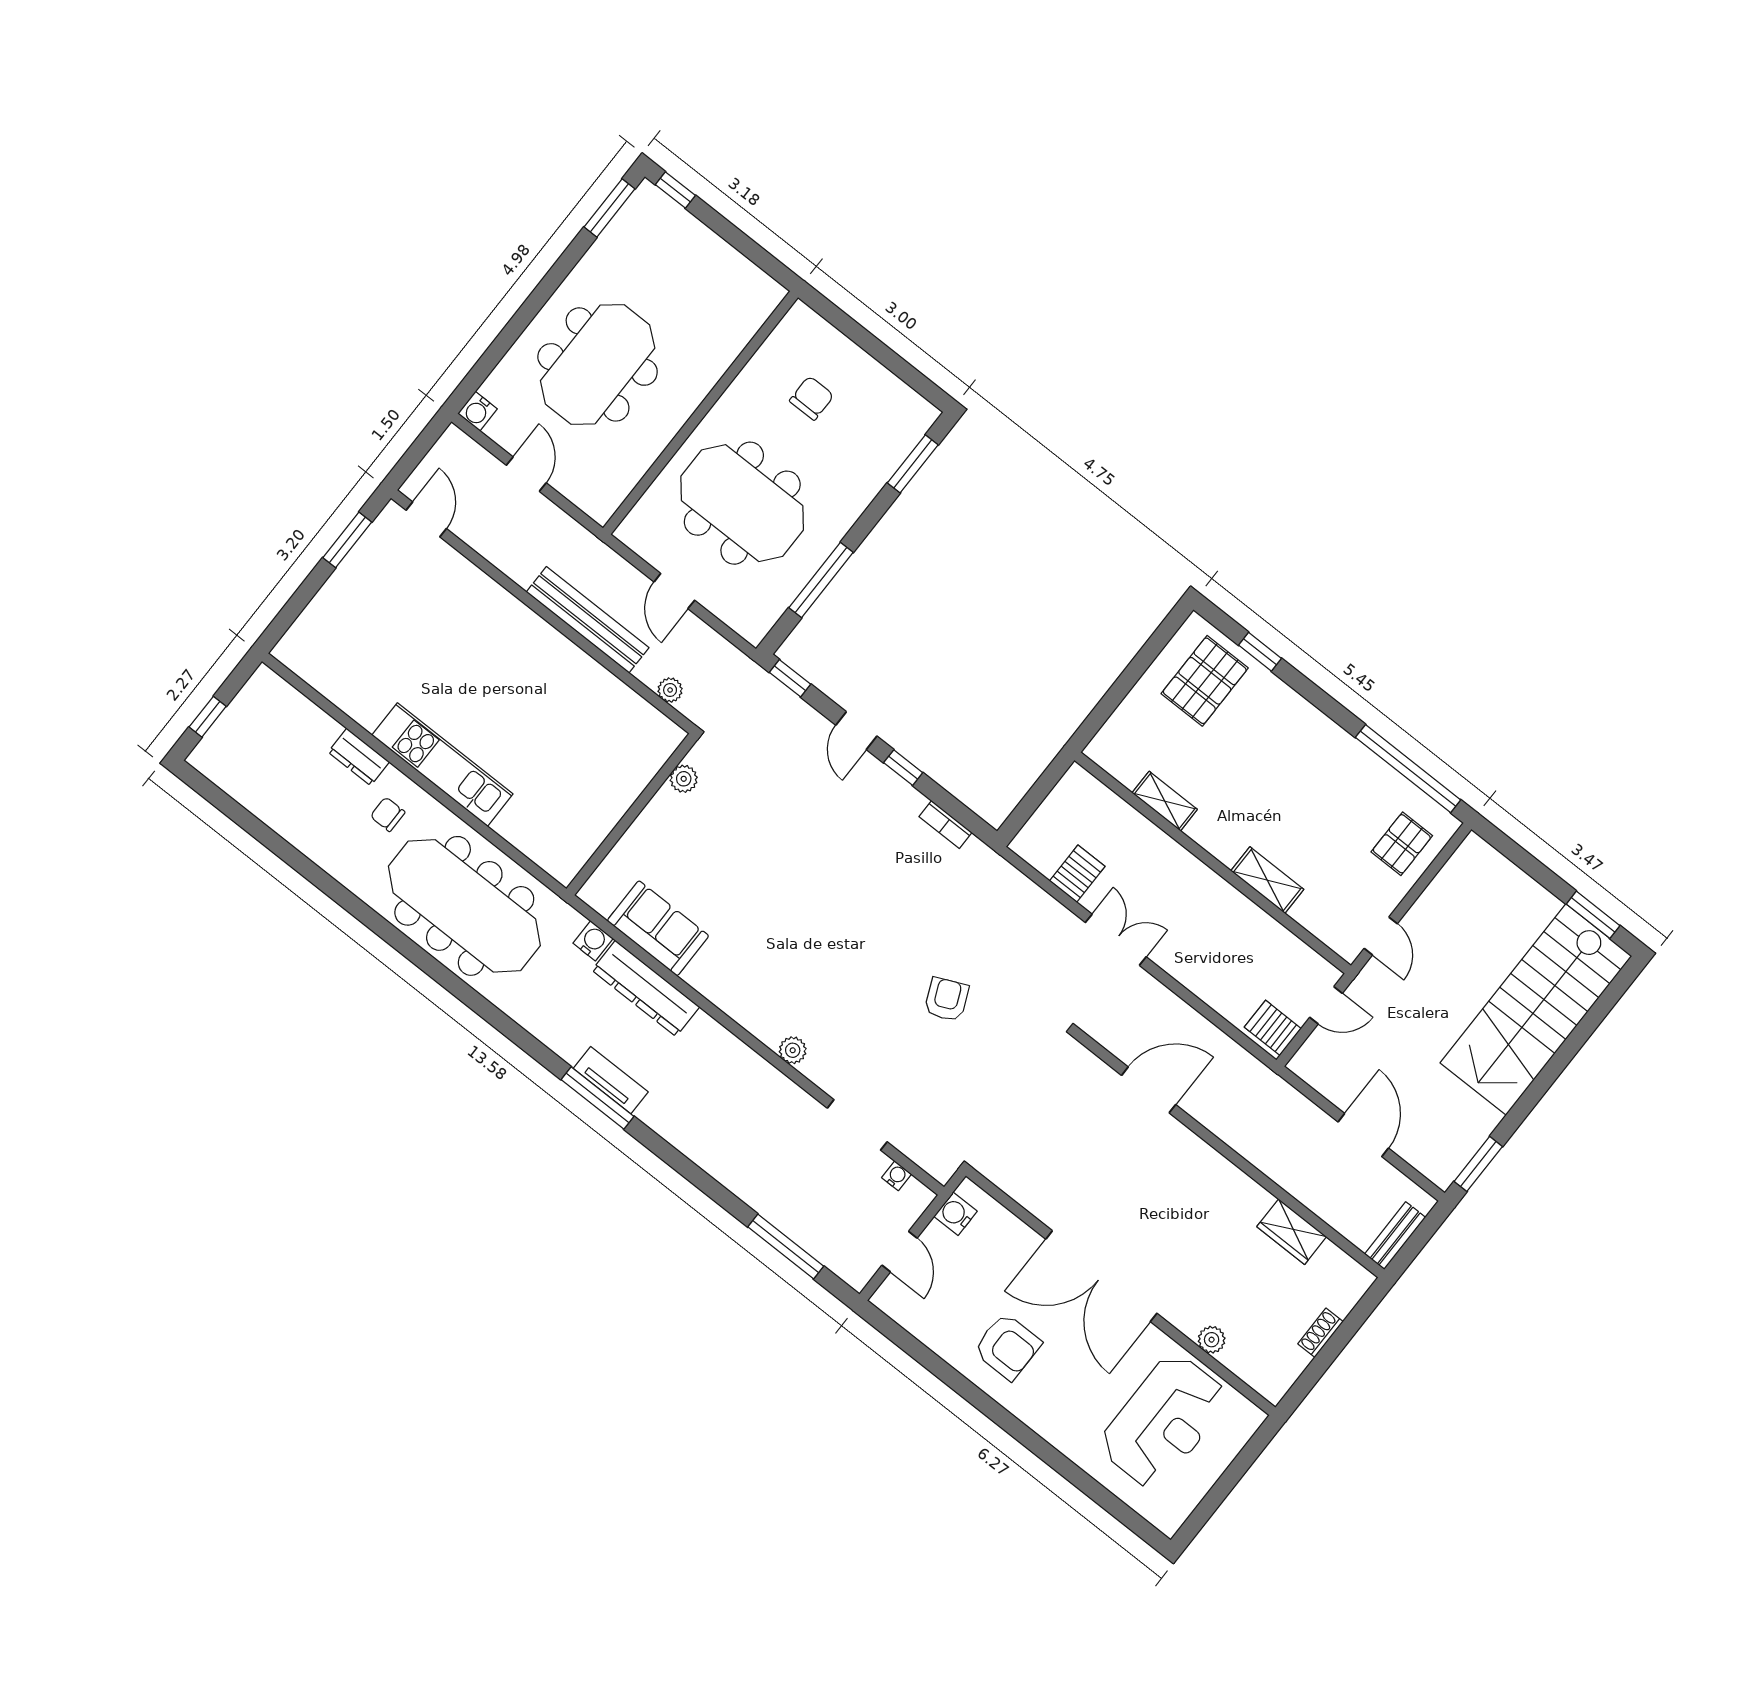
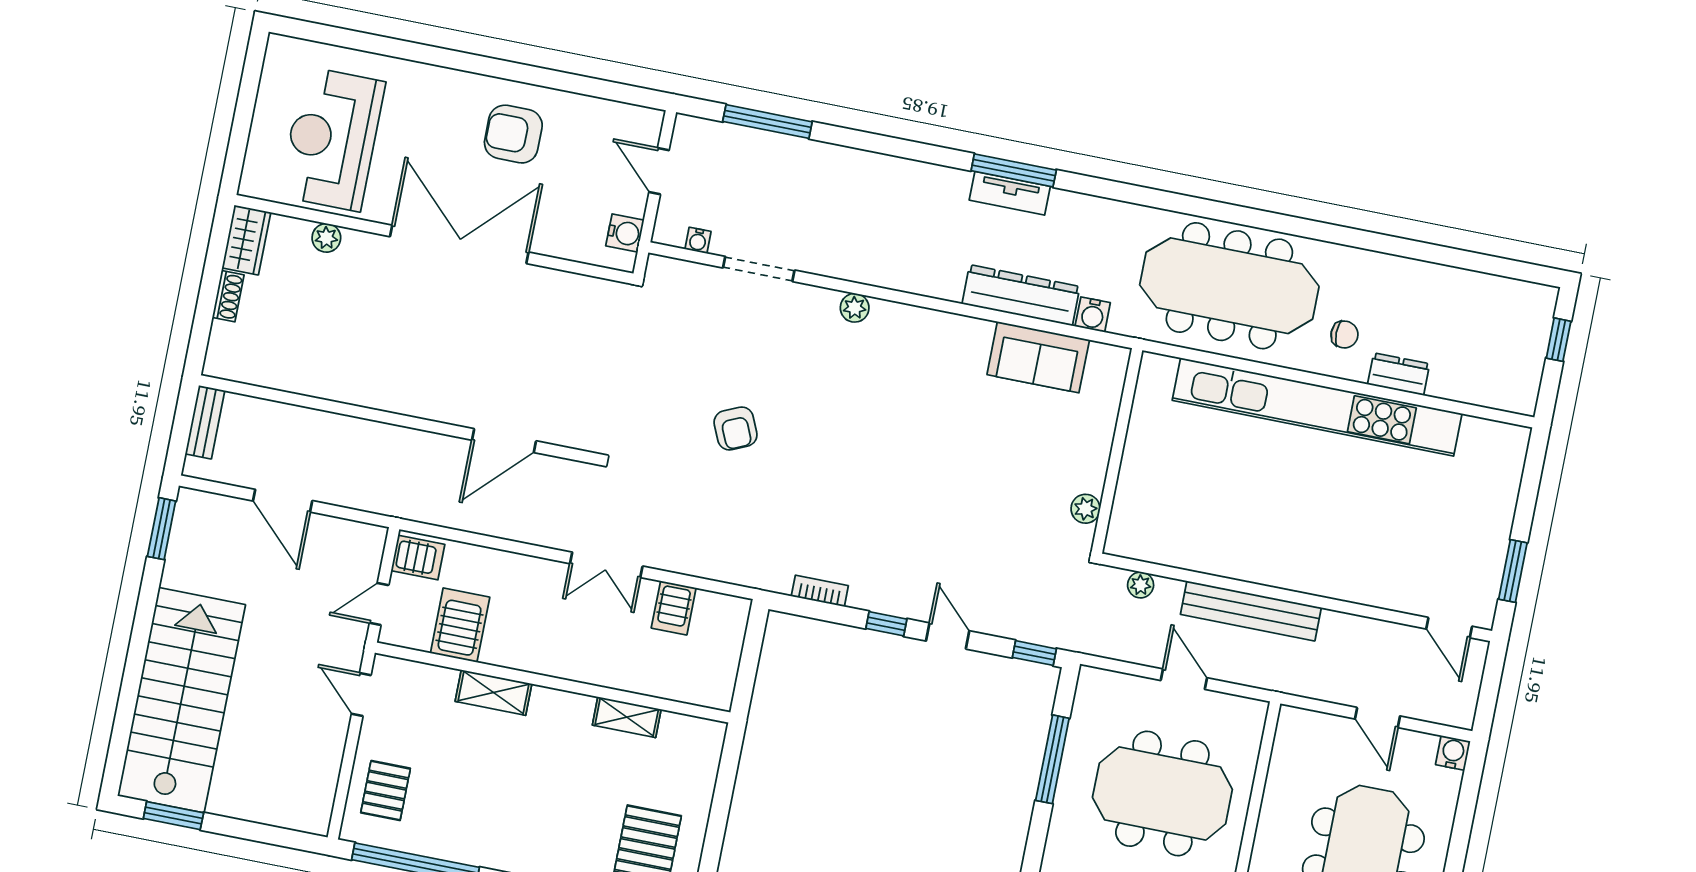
kitchen unit: (442, 765) -> (1317, 407), width x1.86
server rack: (1266, 952) -> (460, 625), added
wardrobe: (1292, 1232) -> (246, 240), moved, turned 90

